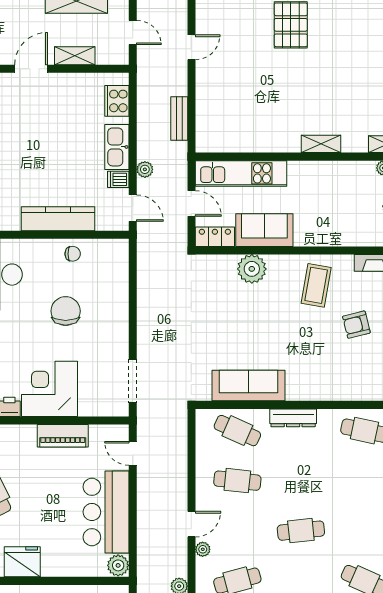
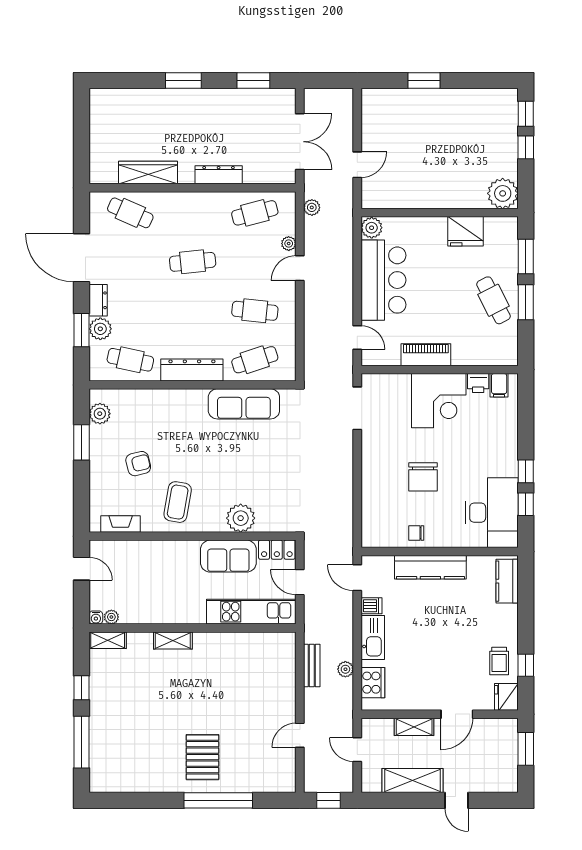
plant: (145, 169) -> (345, 669), moved
dresser: (293, 418) -> (192, 370), width x1.37, depth x1.24
cafe table: (237, 431) -> (255, 360), turned -42

